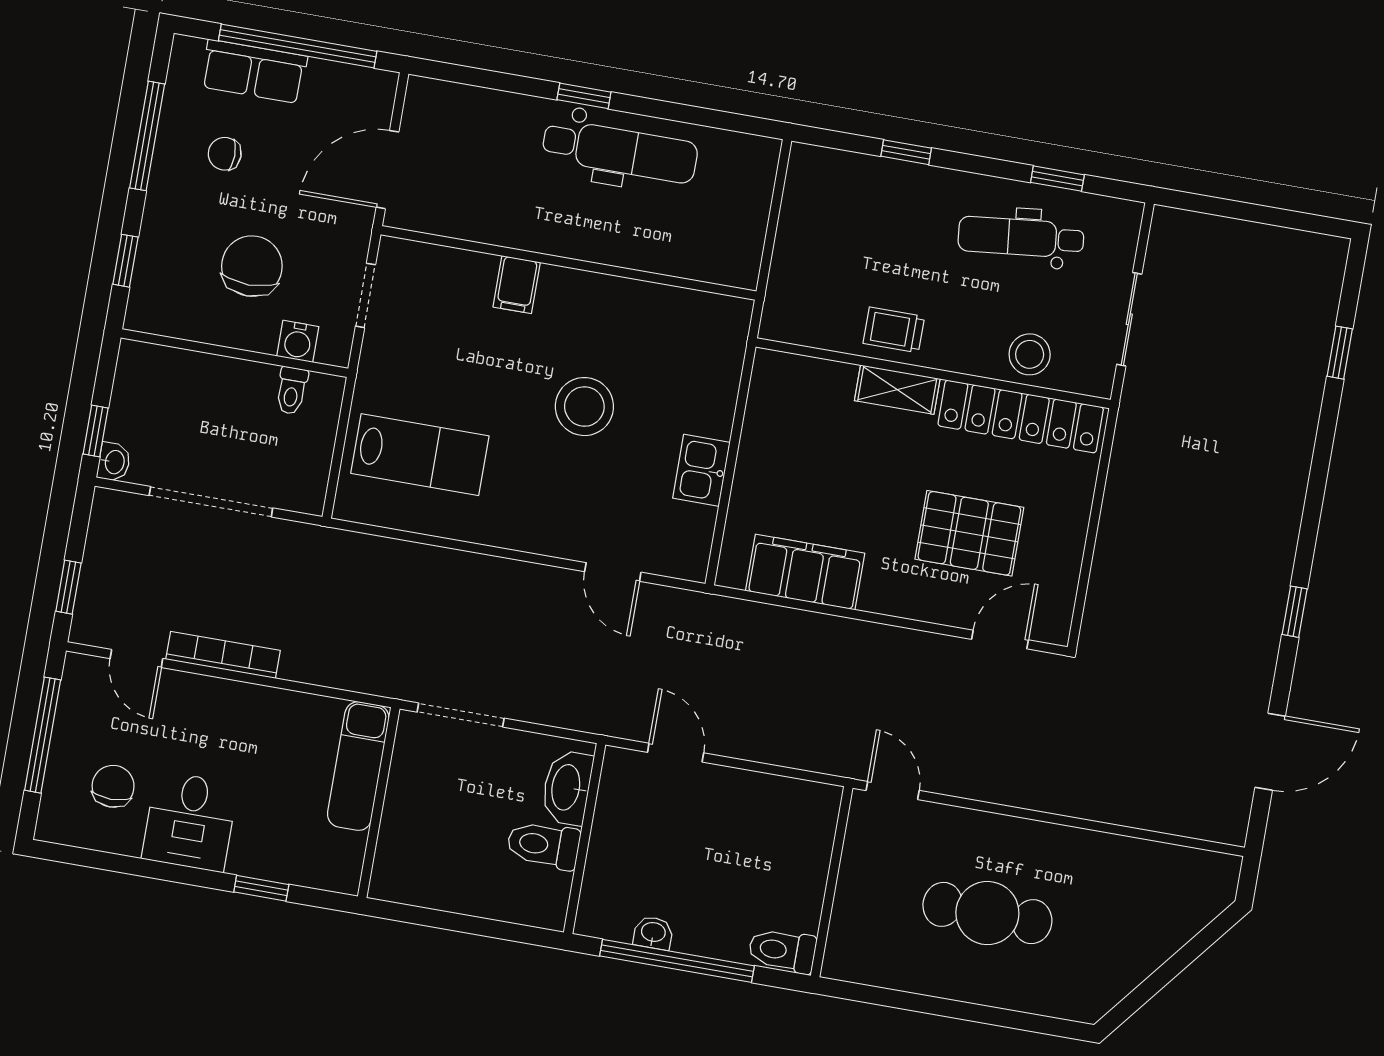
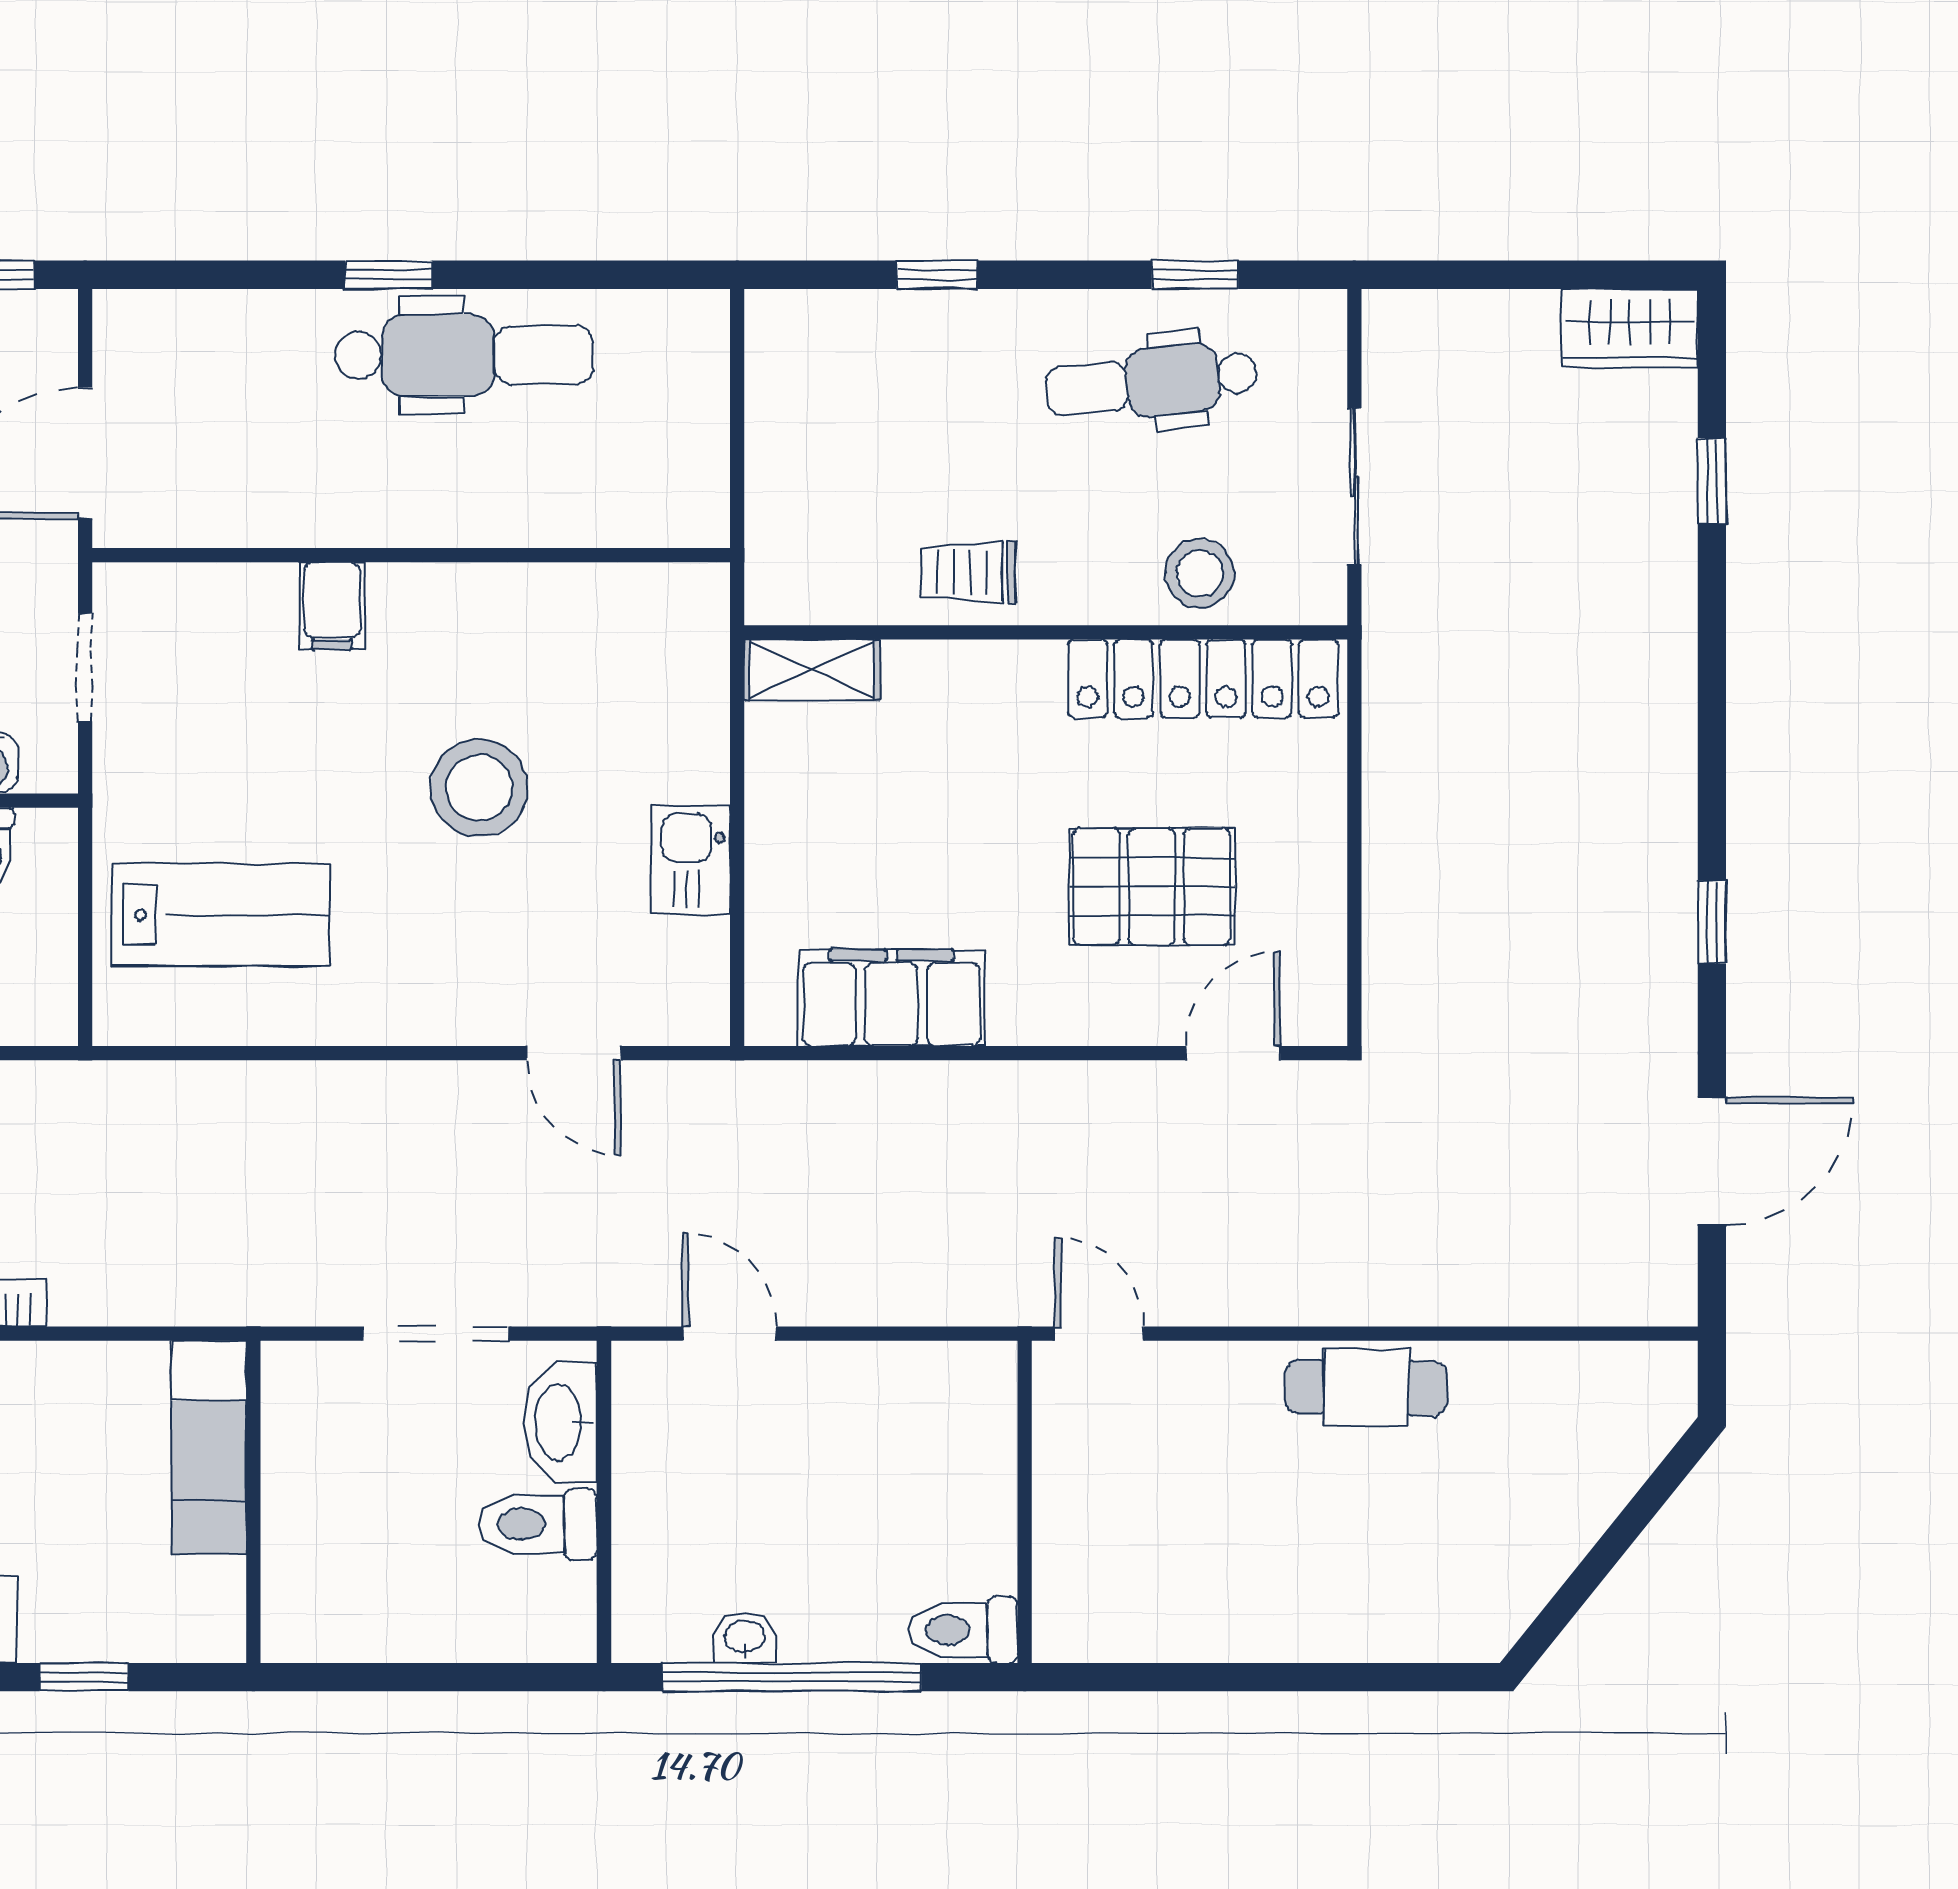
wardrobe: (1307, 255) -> (1630, 328), added
shelving: (897, 390) -> (812, 670), moved
doorway: (461, 715) -> (435, 1334), moved
cafe table: (987, 913) -> (1366, 1388), moved, width x0.73, depth x0.74

